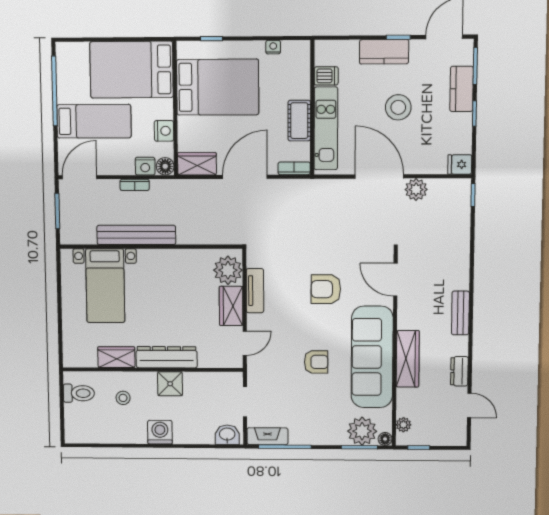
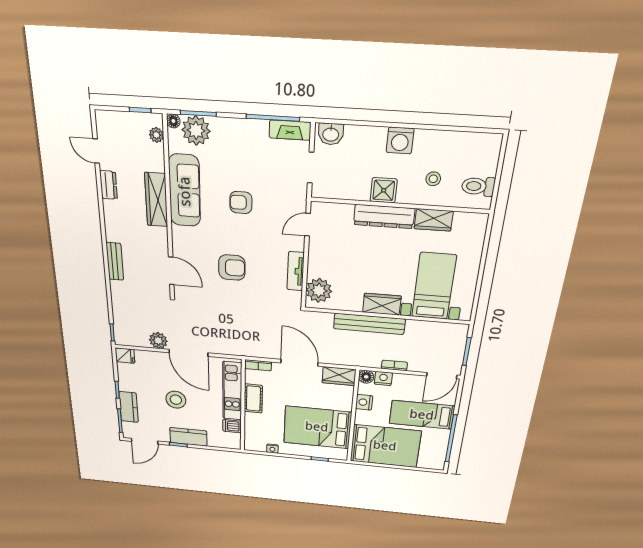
door: (245, 177) -> (299, 363), swing flipped
bench: (136, 235) -> (369, 324), moved
wardrobe: (231, 306) -> (382, 304), moved, turned -90
bench: (460, 313) -> (115, 261), moved
sofa: (372, 357) -> (185, 191), width x0.74, depth x0.79

